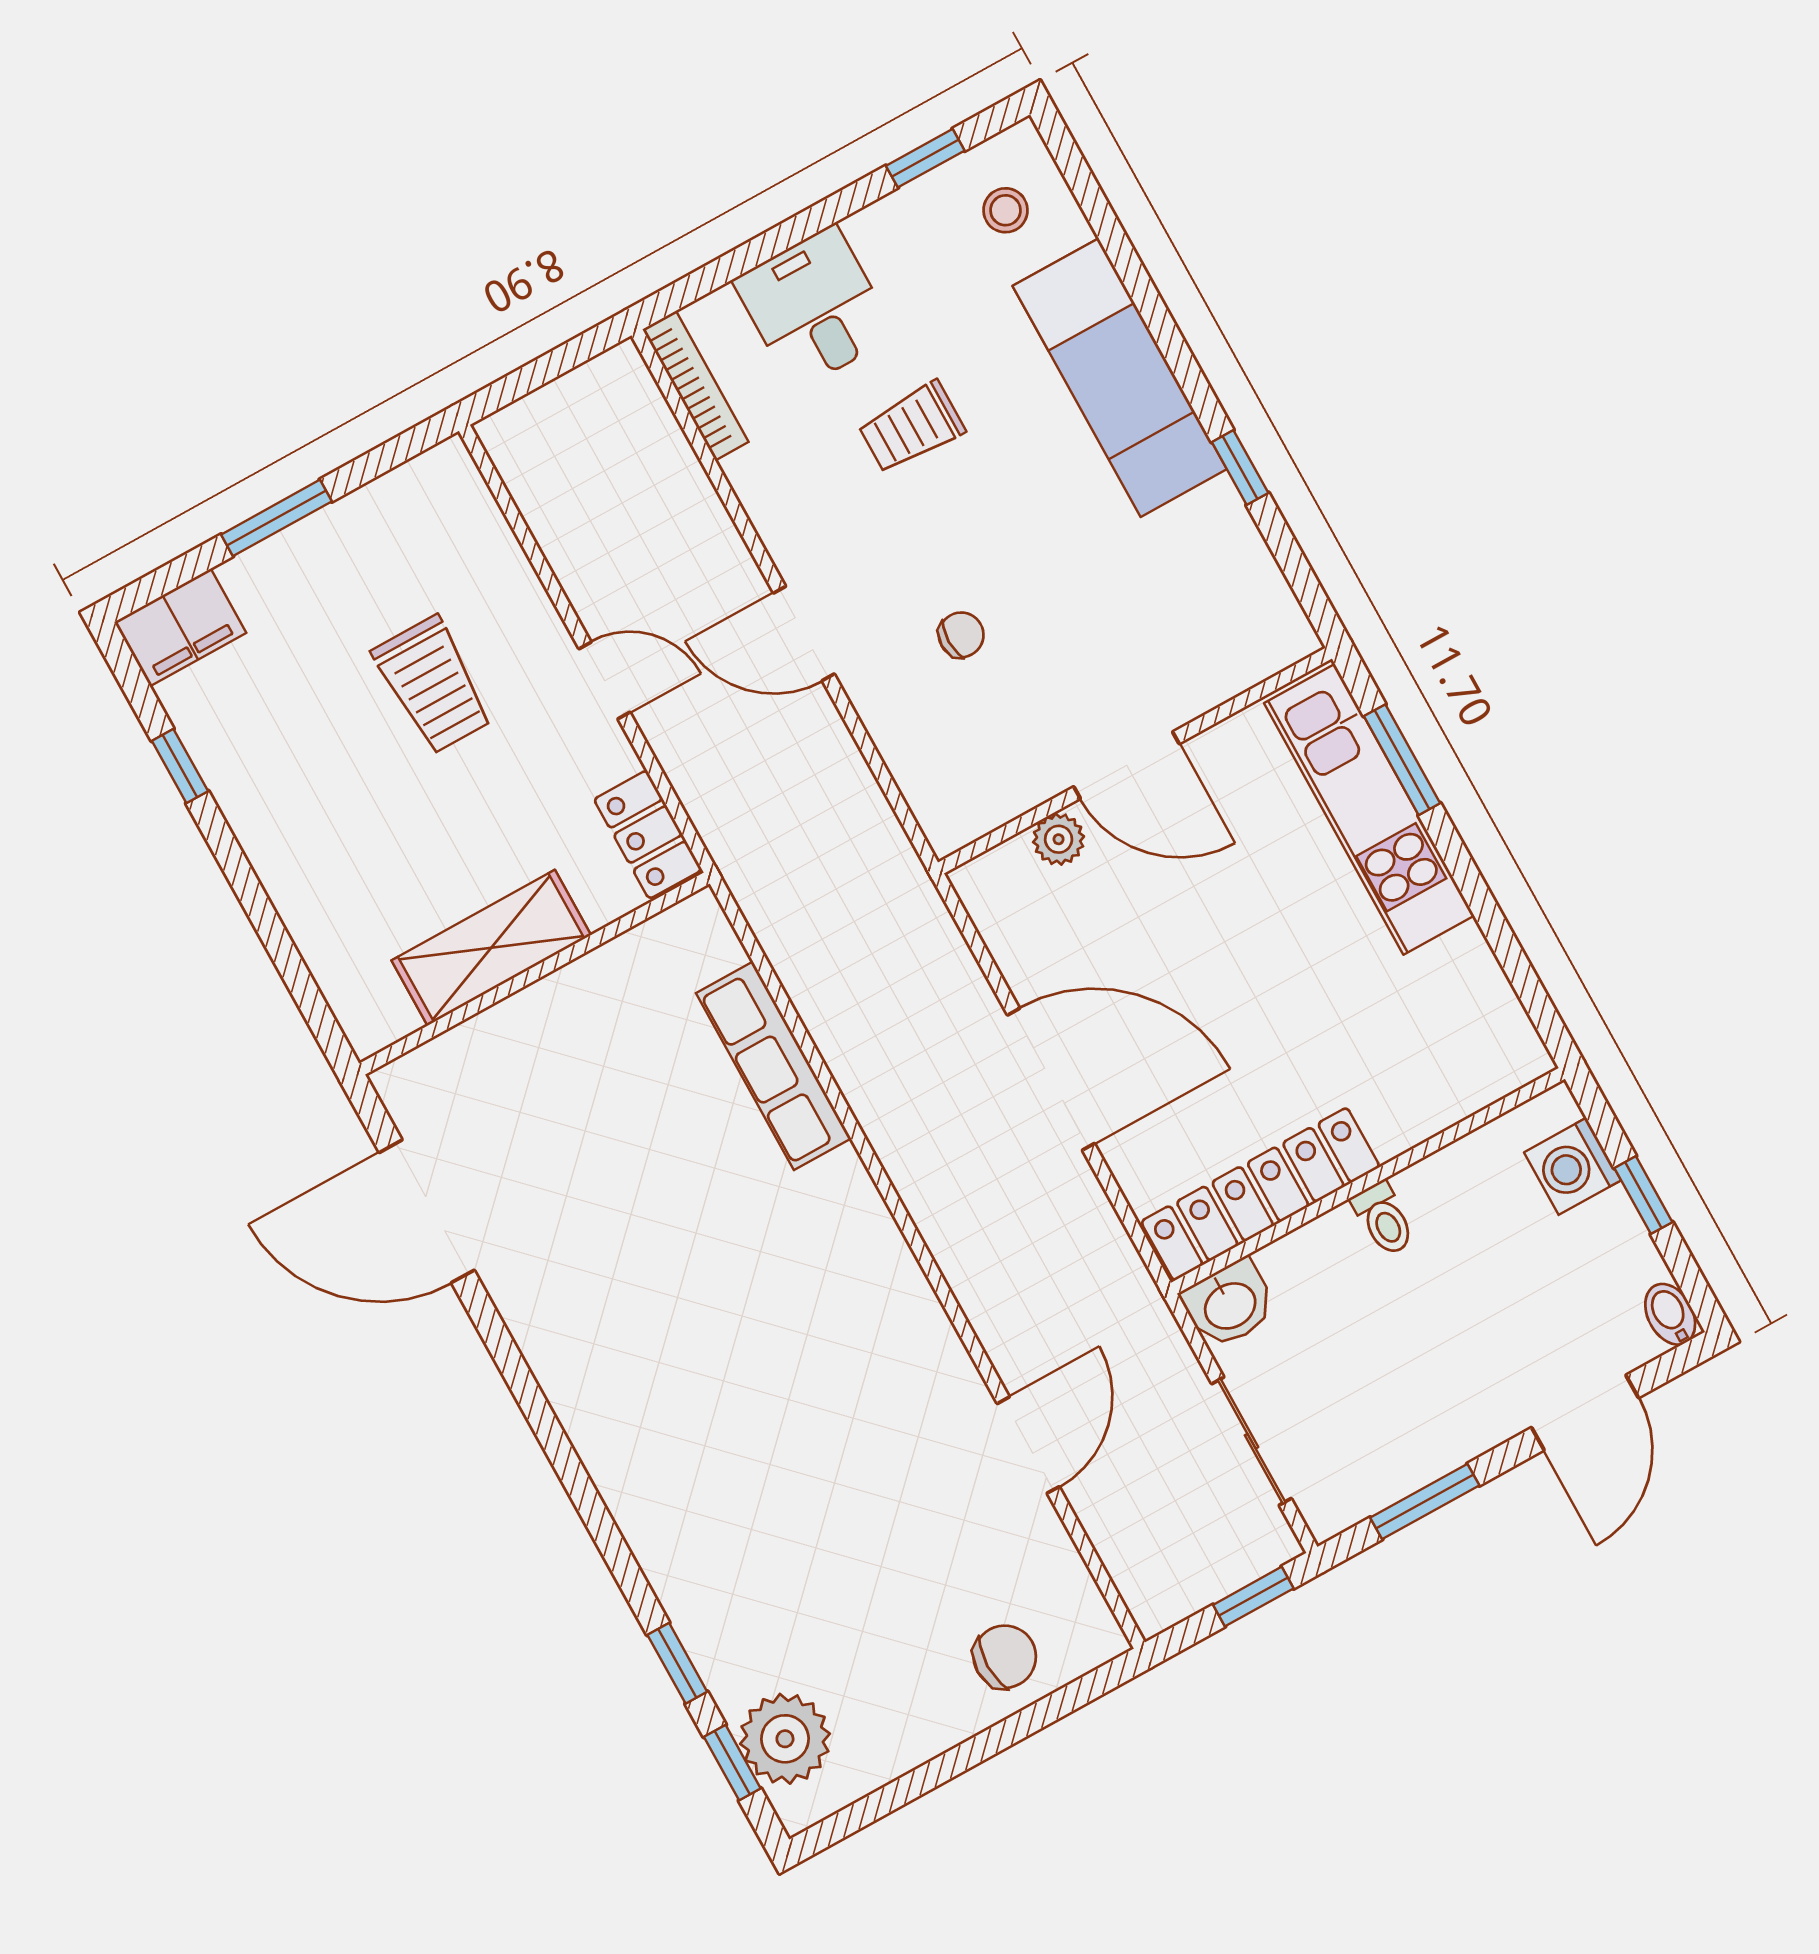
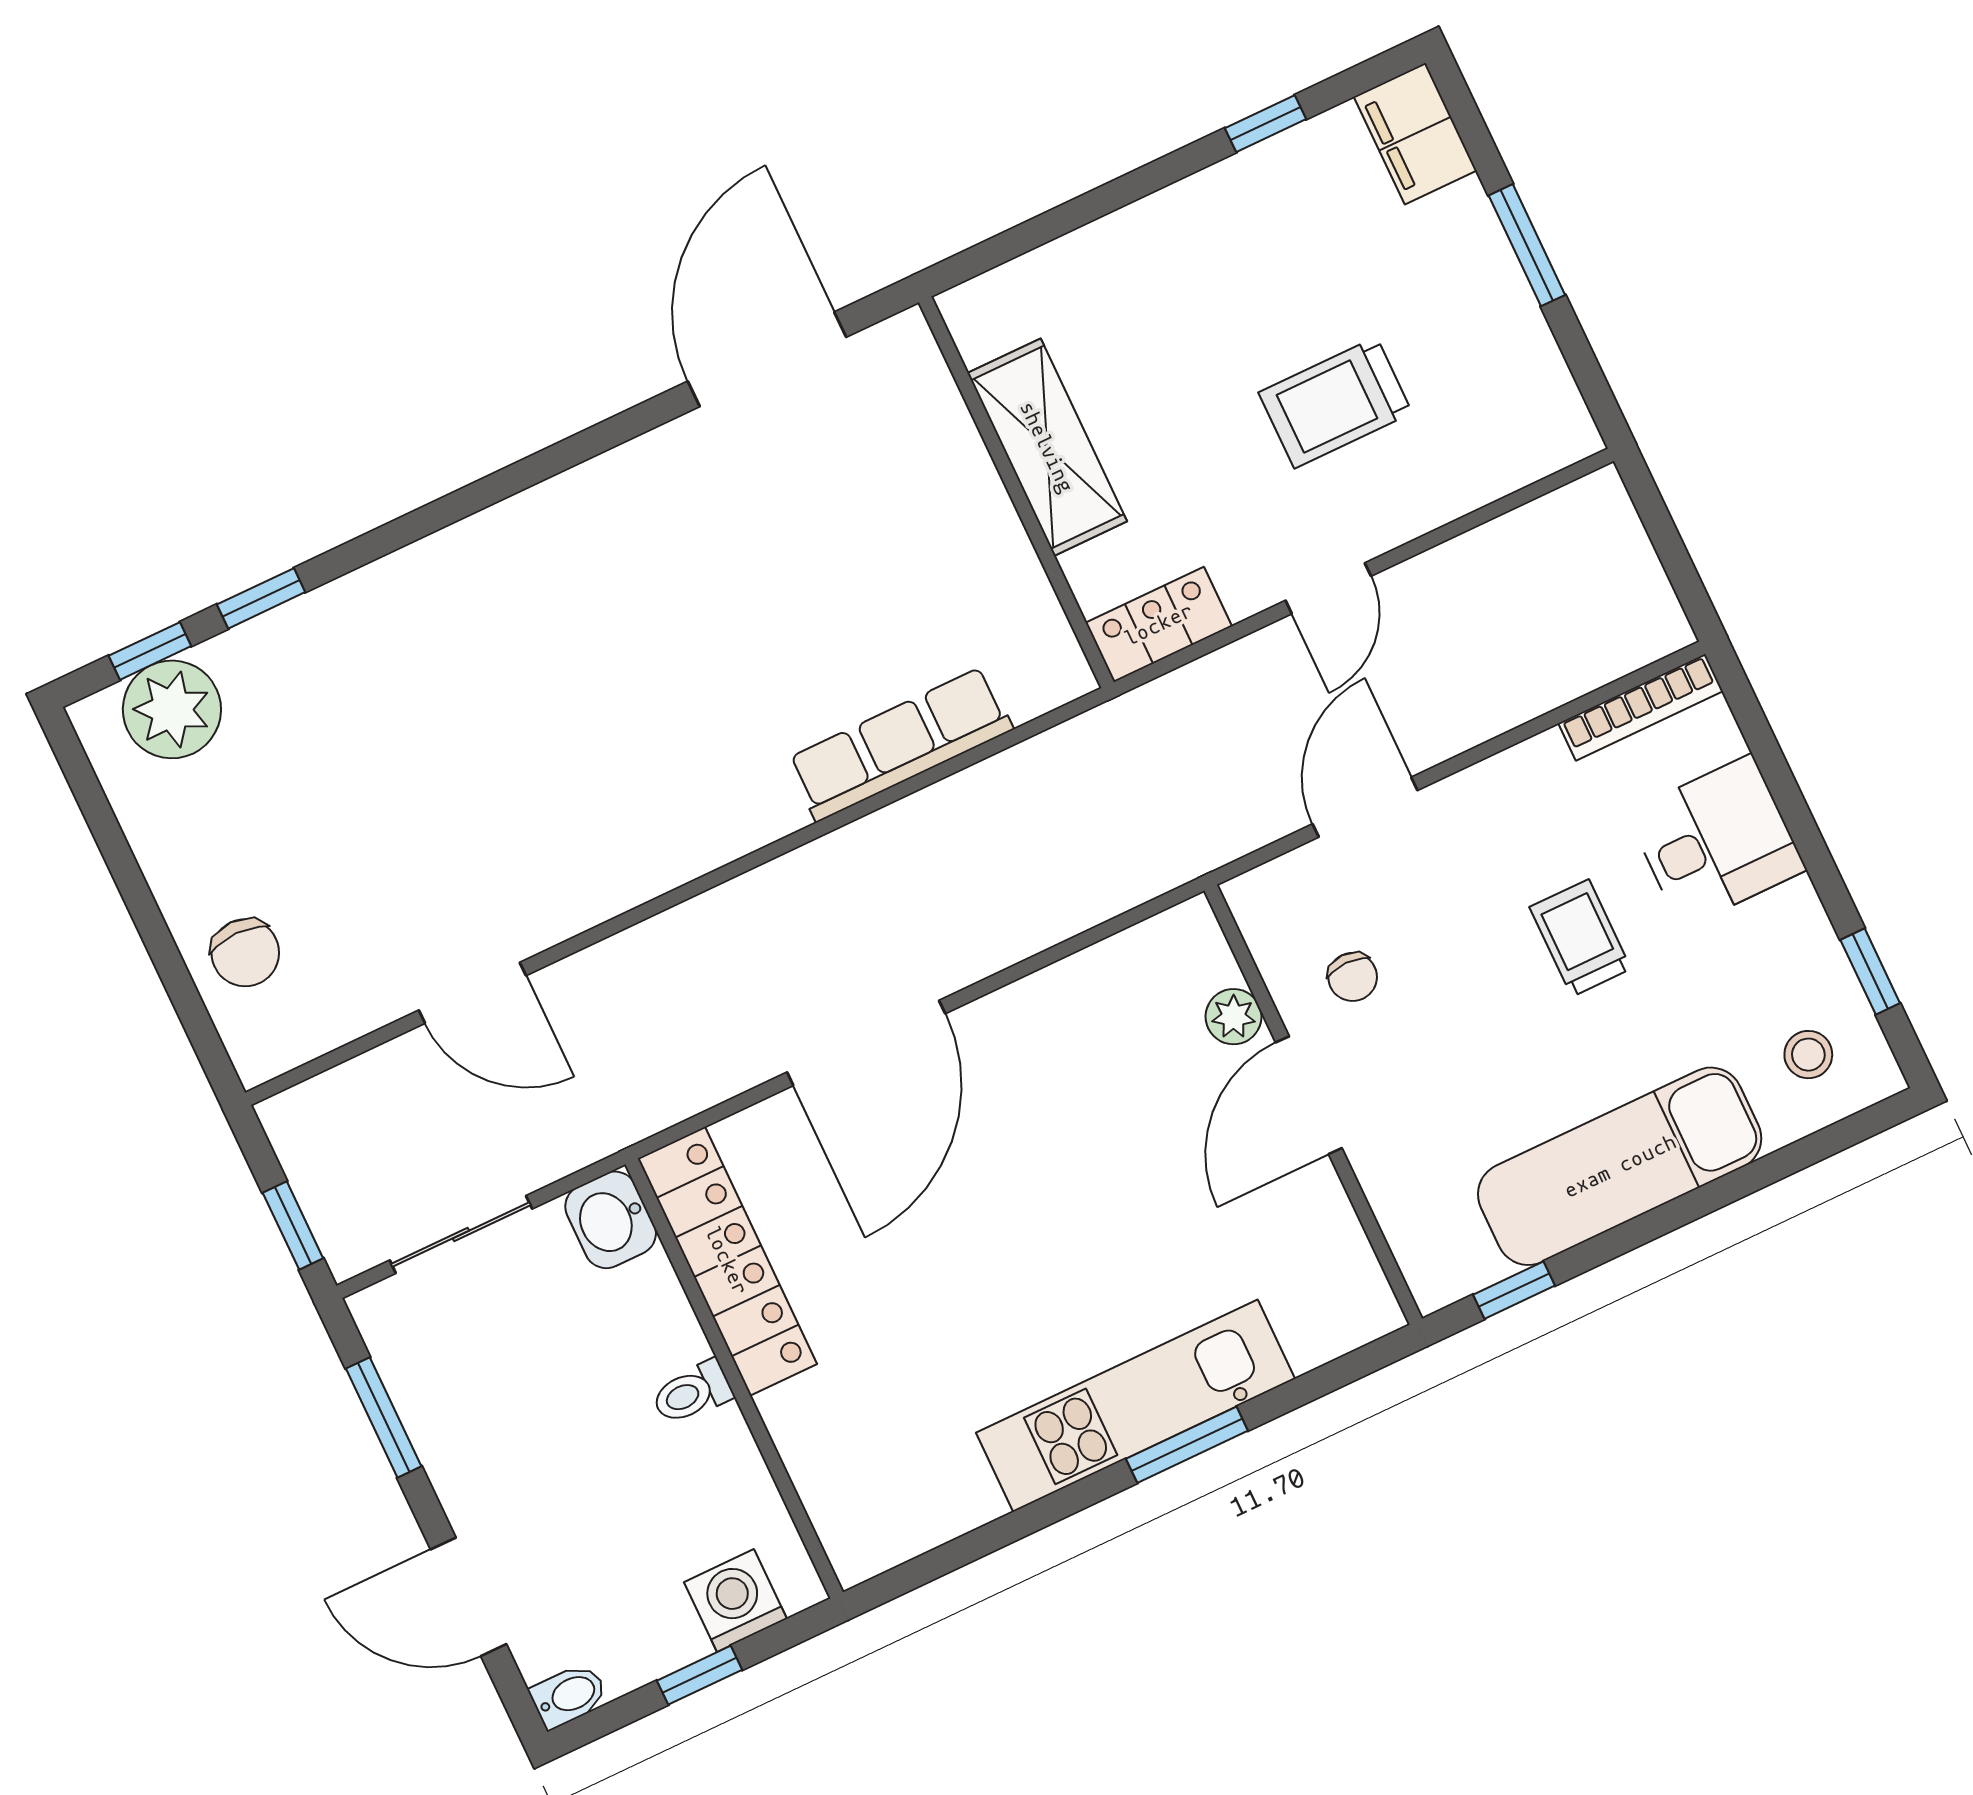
wall: (1135, 761) -> (1313, 1105), moved
door: (1127, 765) -> (1309, 1095), moved
plant: (1059, 839) -> (1234, 1017), moved

